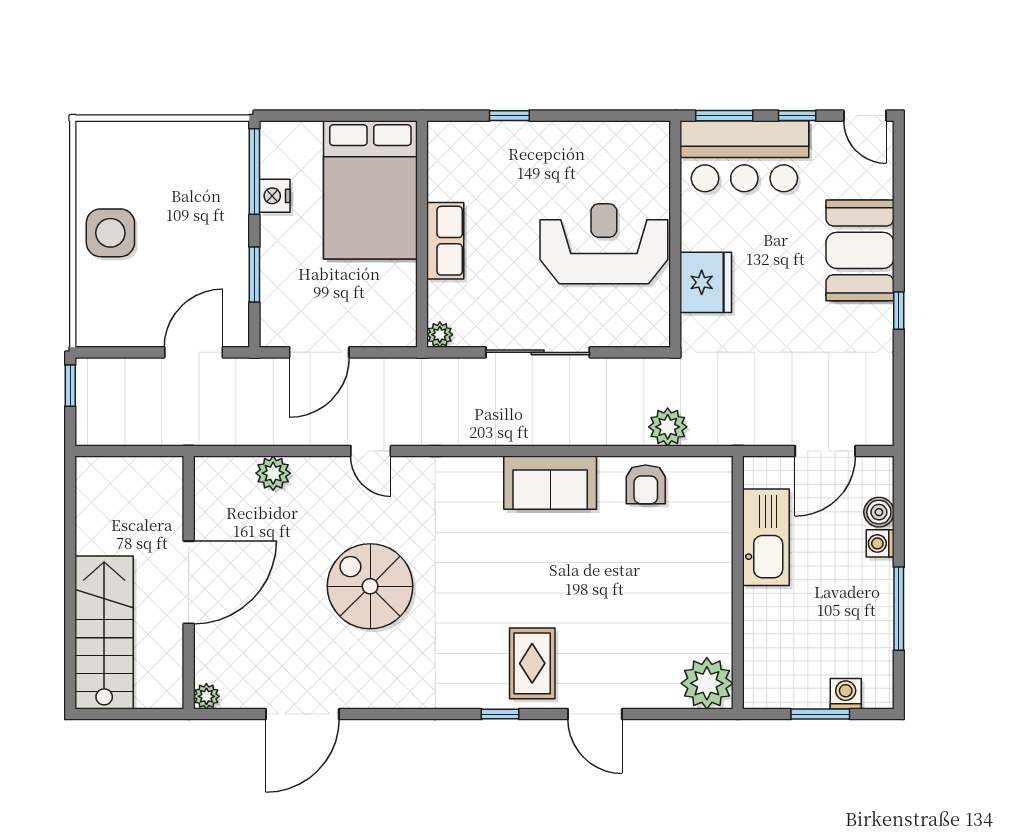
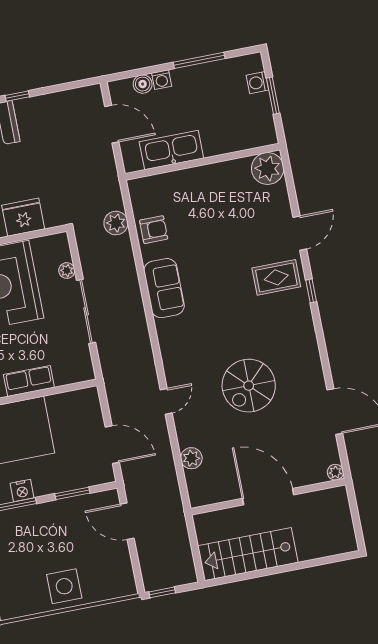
plant: (440, 335) -> (67, 271), moved
stairs: (104, 632) -> (248, 554), moved

